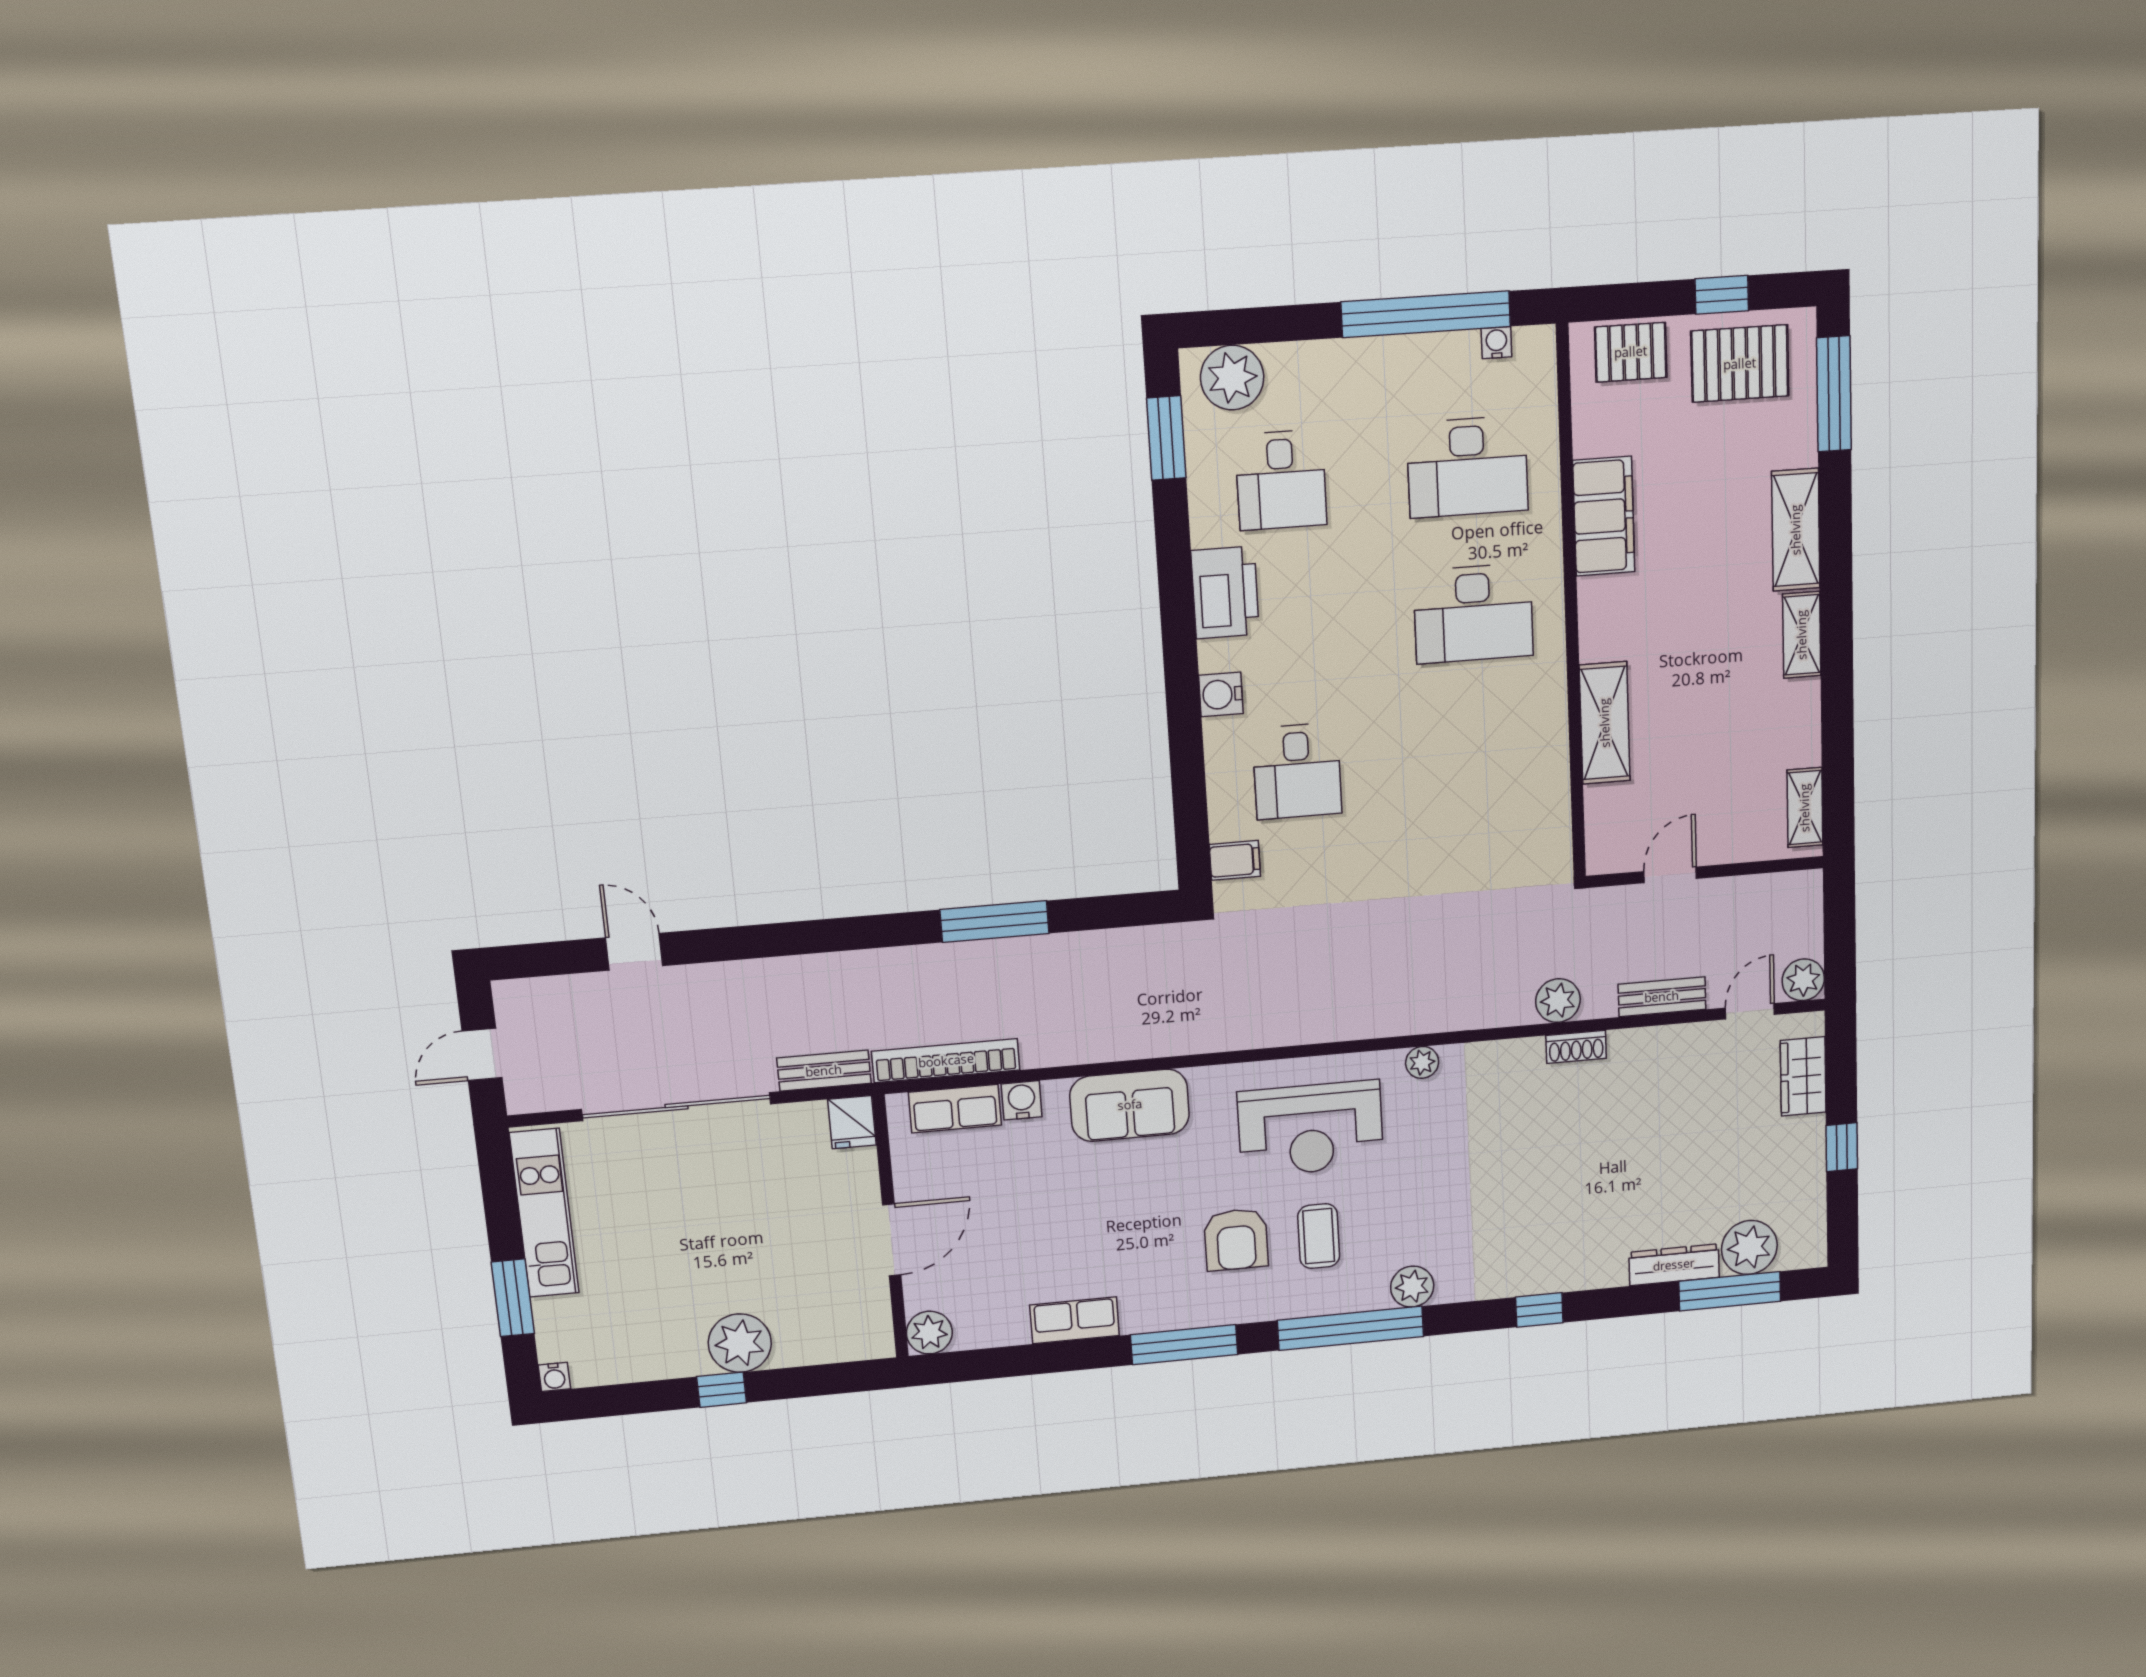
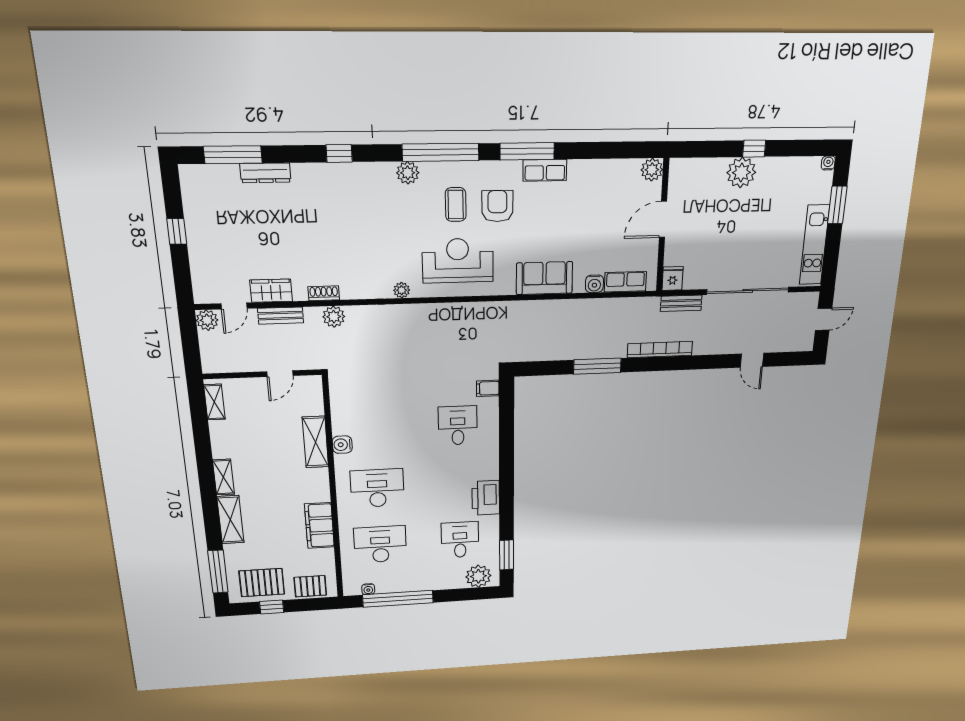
water cooler: (1221, 694) -> (342, 445), moved, turned 180
bookcase: (946, 1061) -> (660, 350), moved, turned 180
wardrobe: (1803, 1076) -> (271, 291), moved, turned -90
plant: (1749, 1247) -> (224, 179), removed
row of seats: (1075, 1320) -> (545, 170), moved

